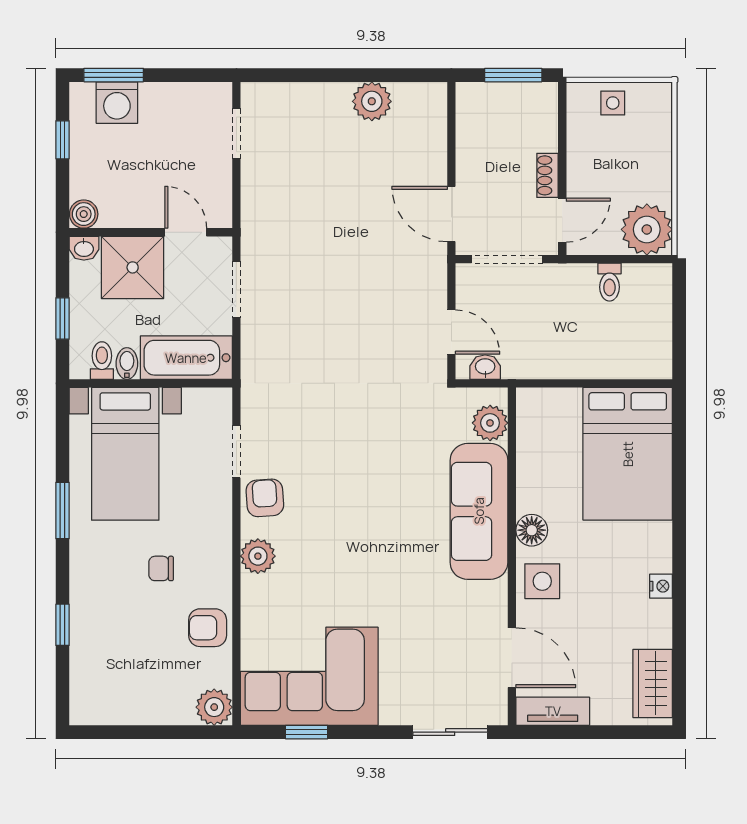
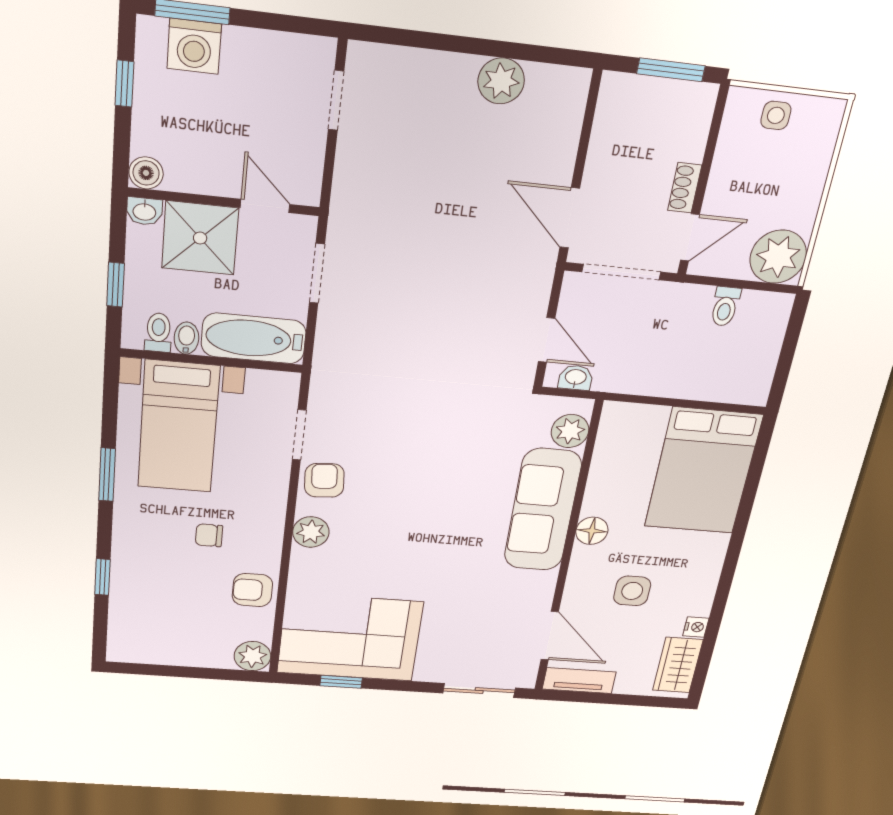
side table: (542, 581) -> (632, 591), moved
nightstand: (661, 586) -> (696, 627), moved

